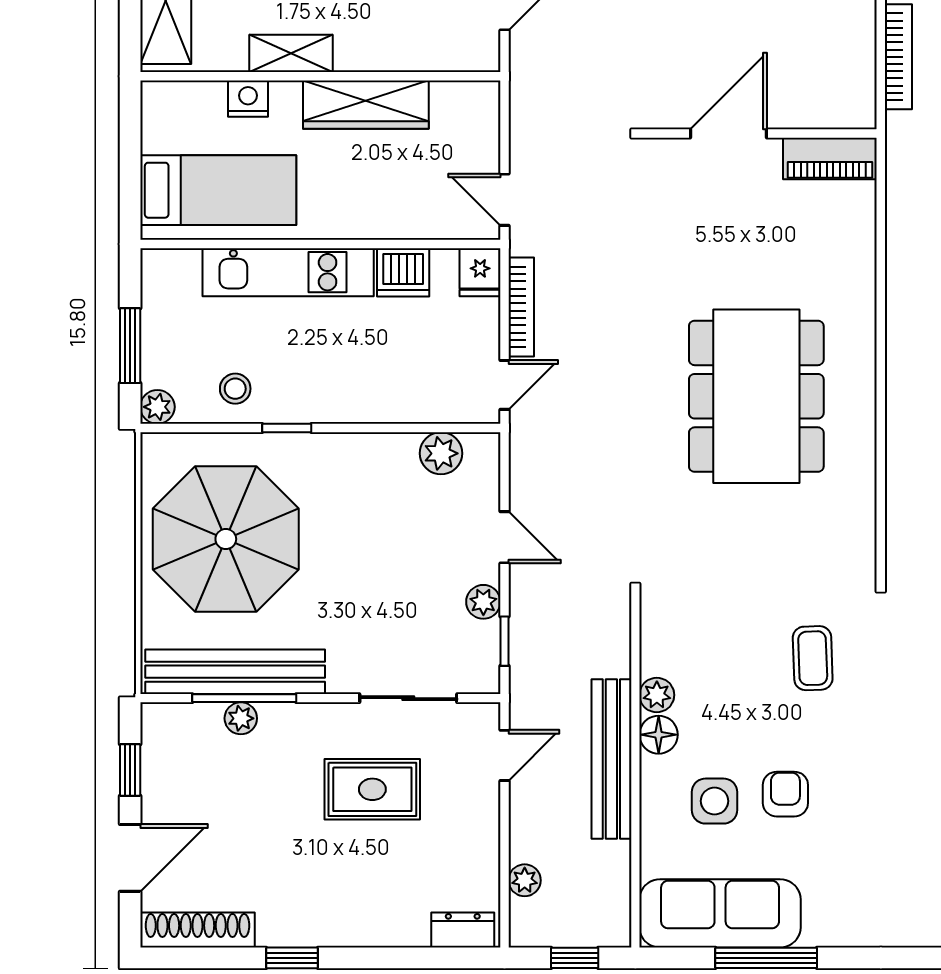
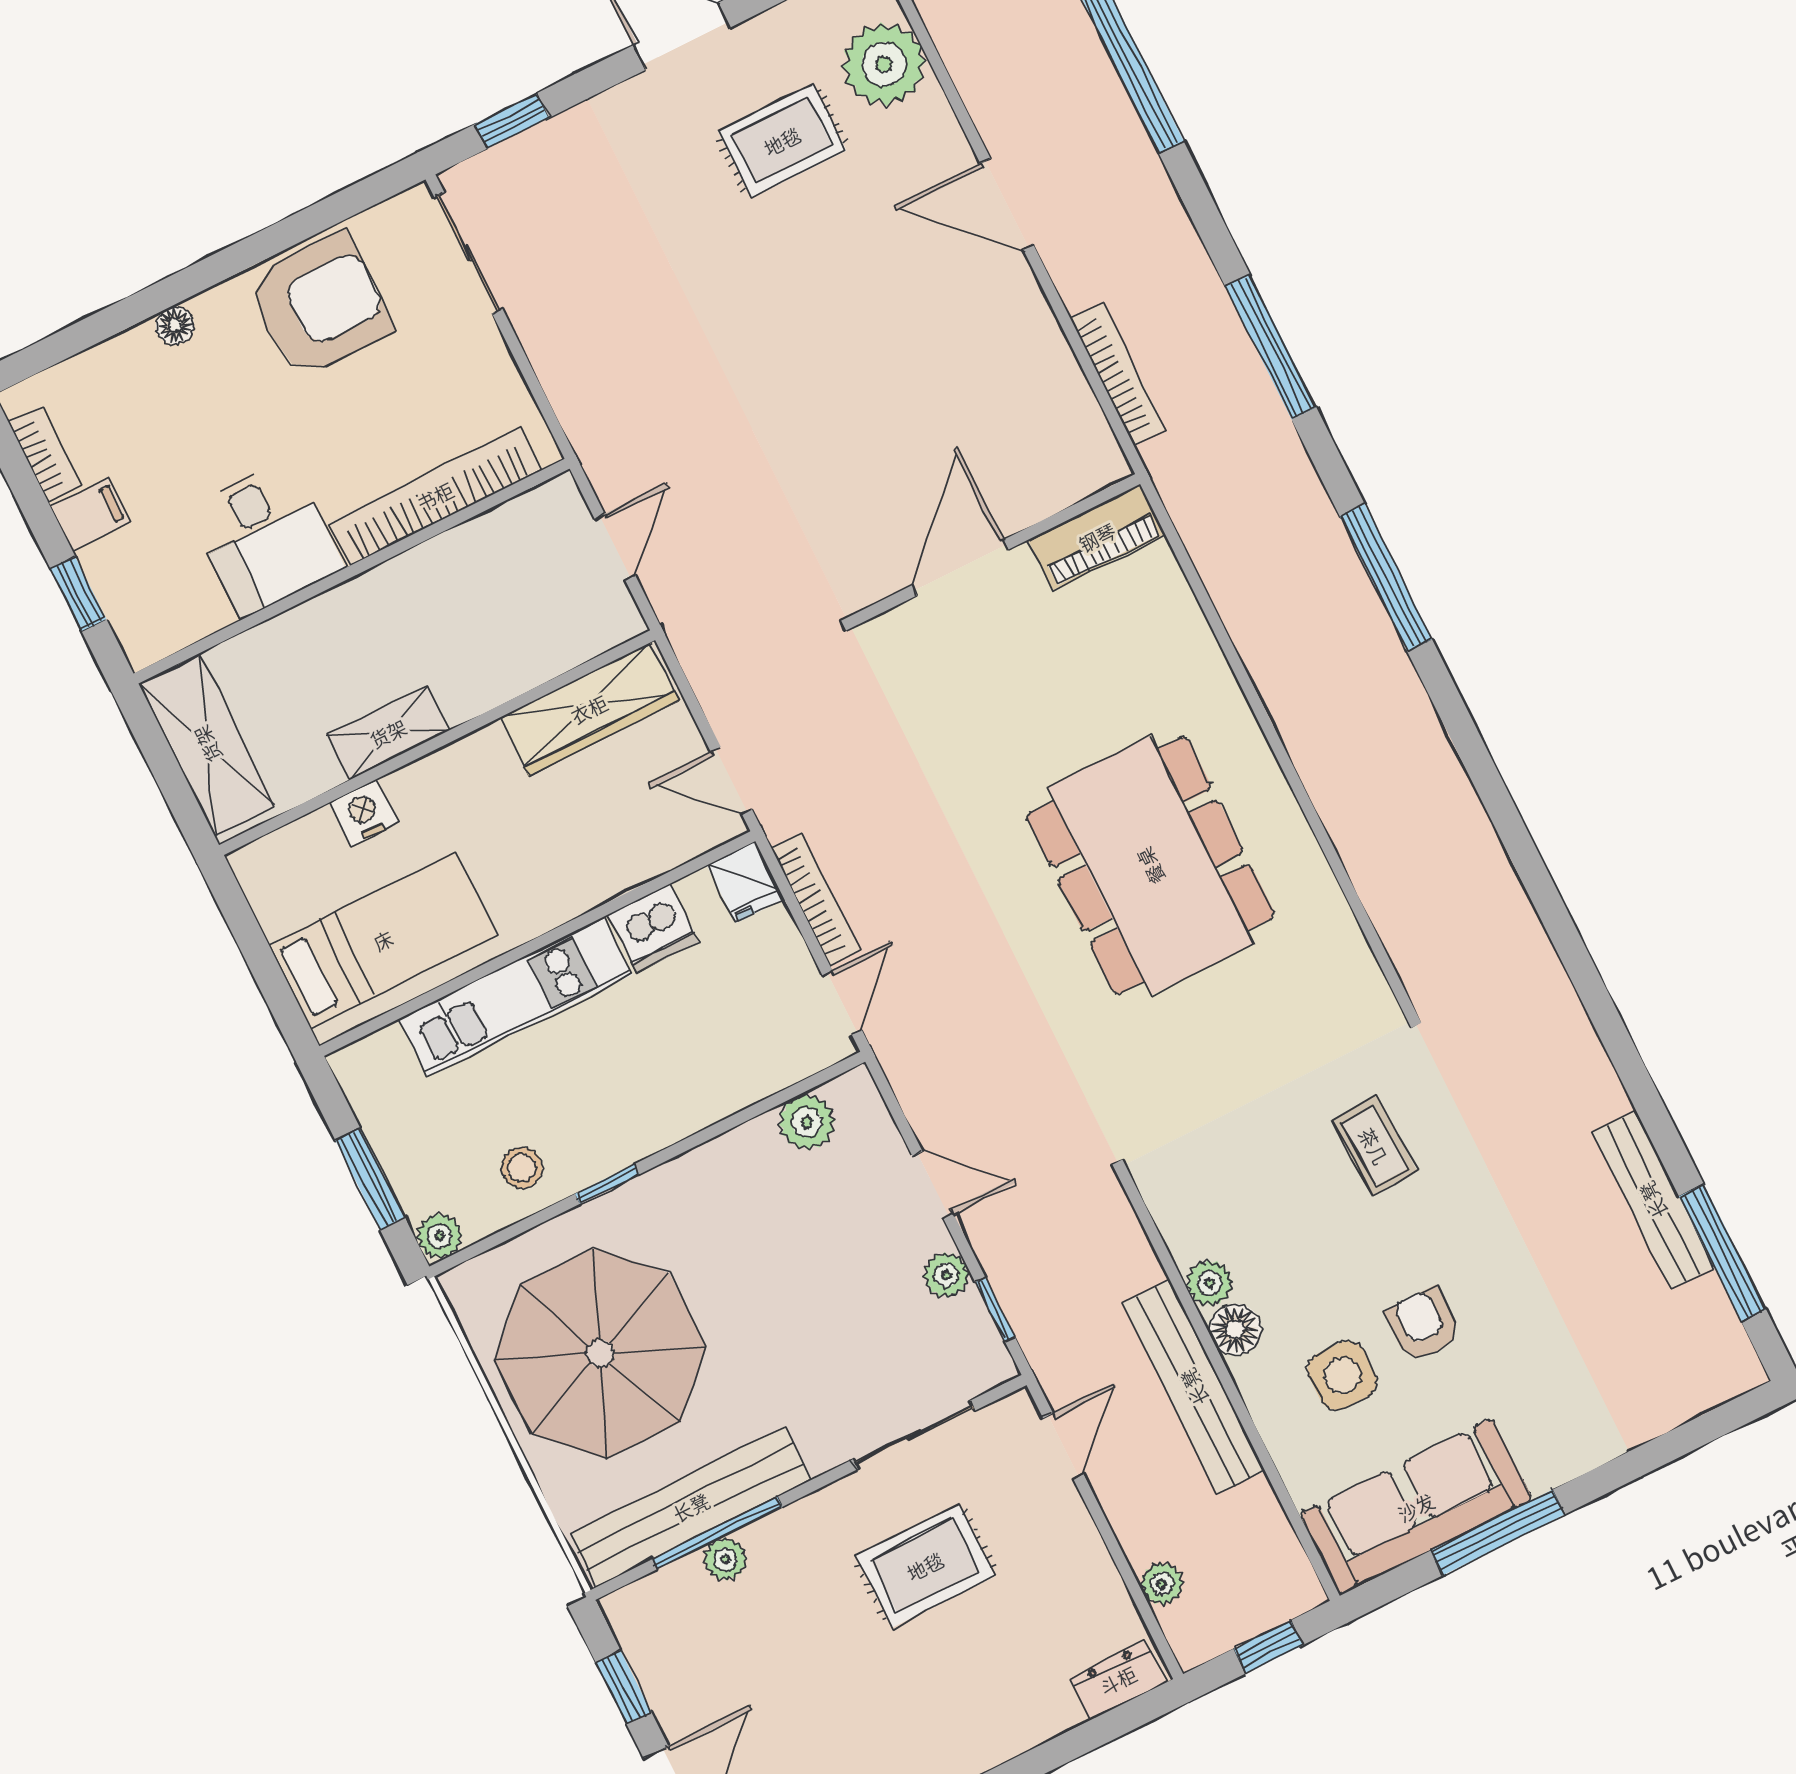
wardrobe: (366, 105) -> (589, 709), moved

